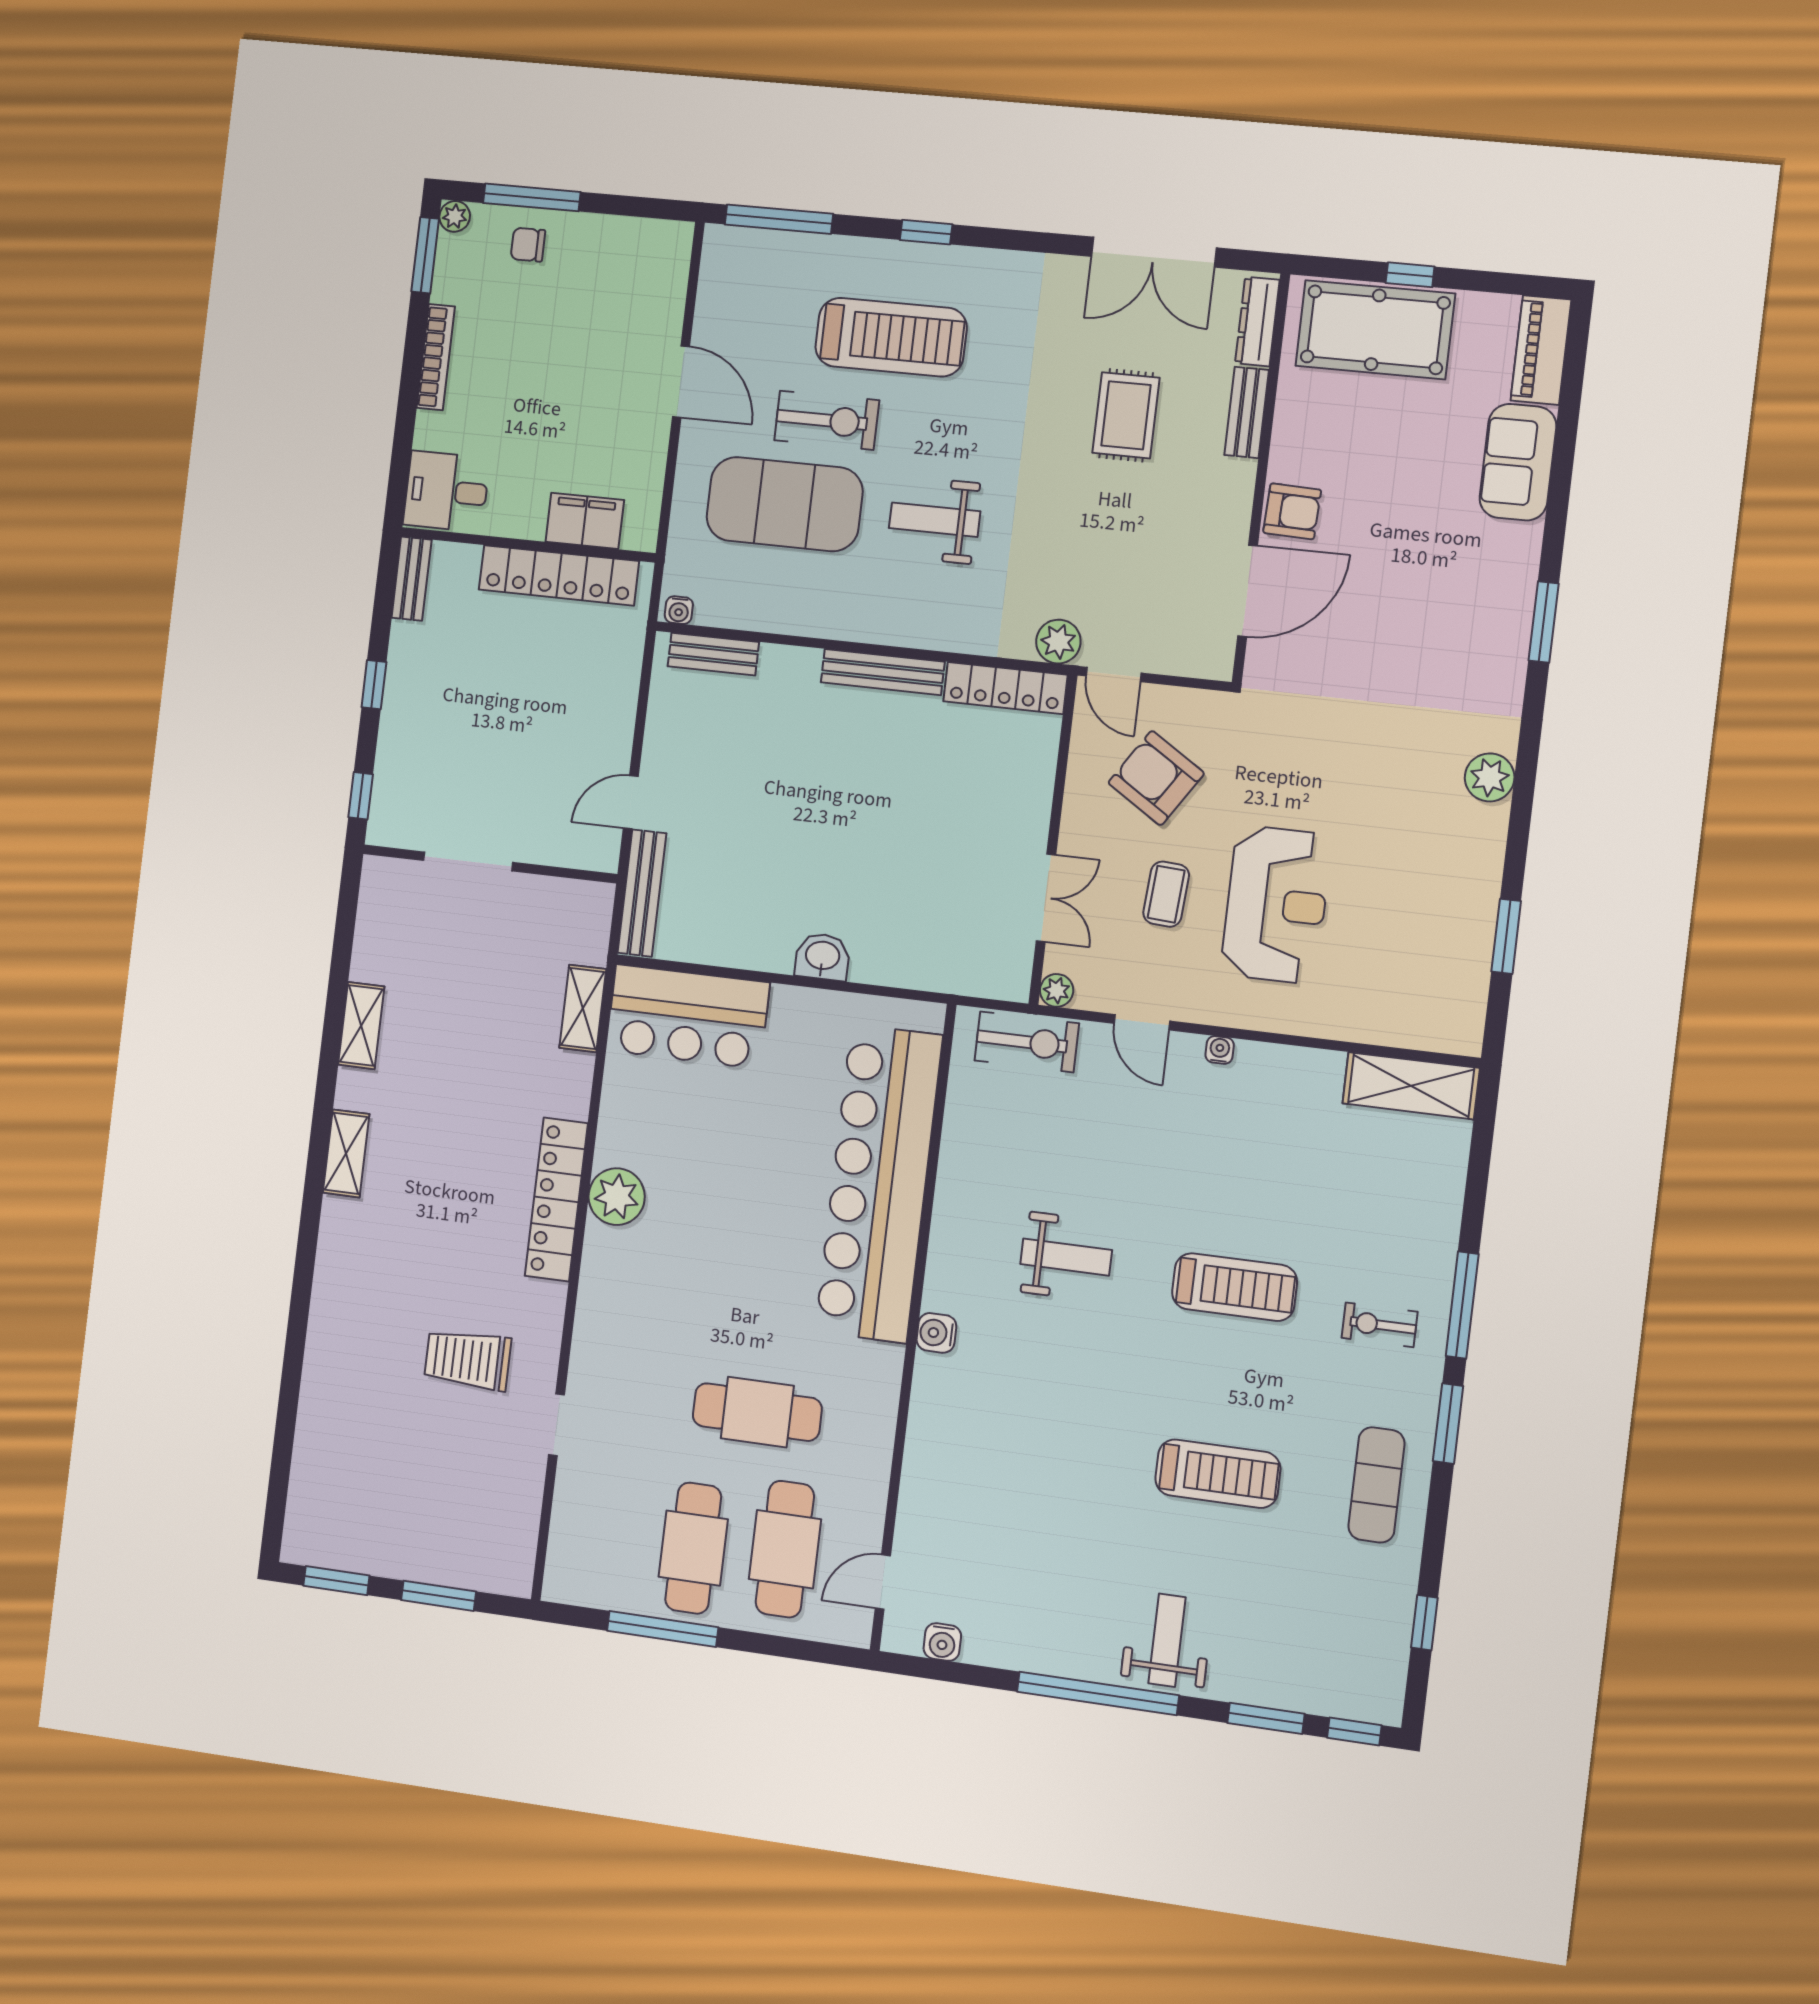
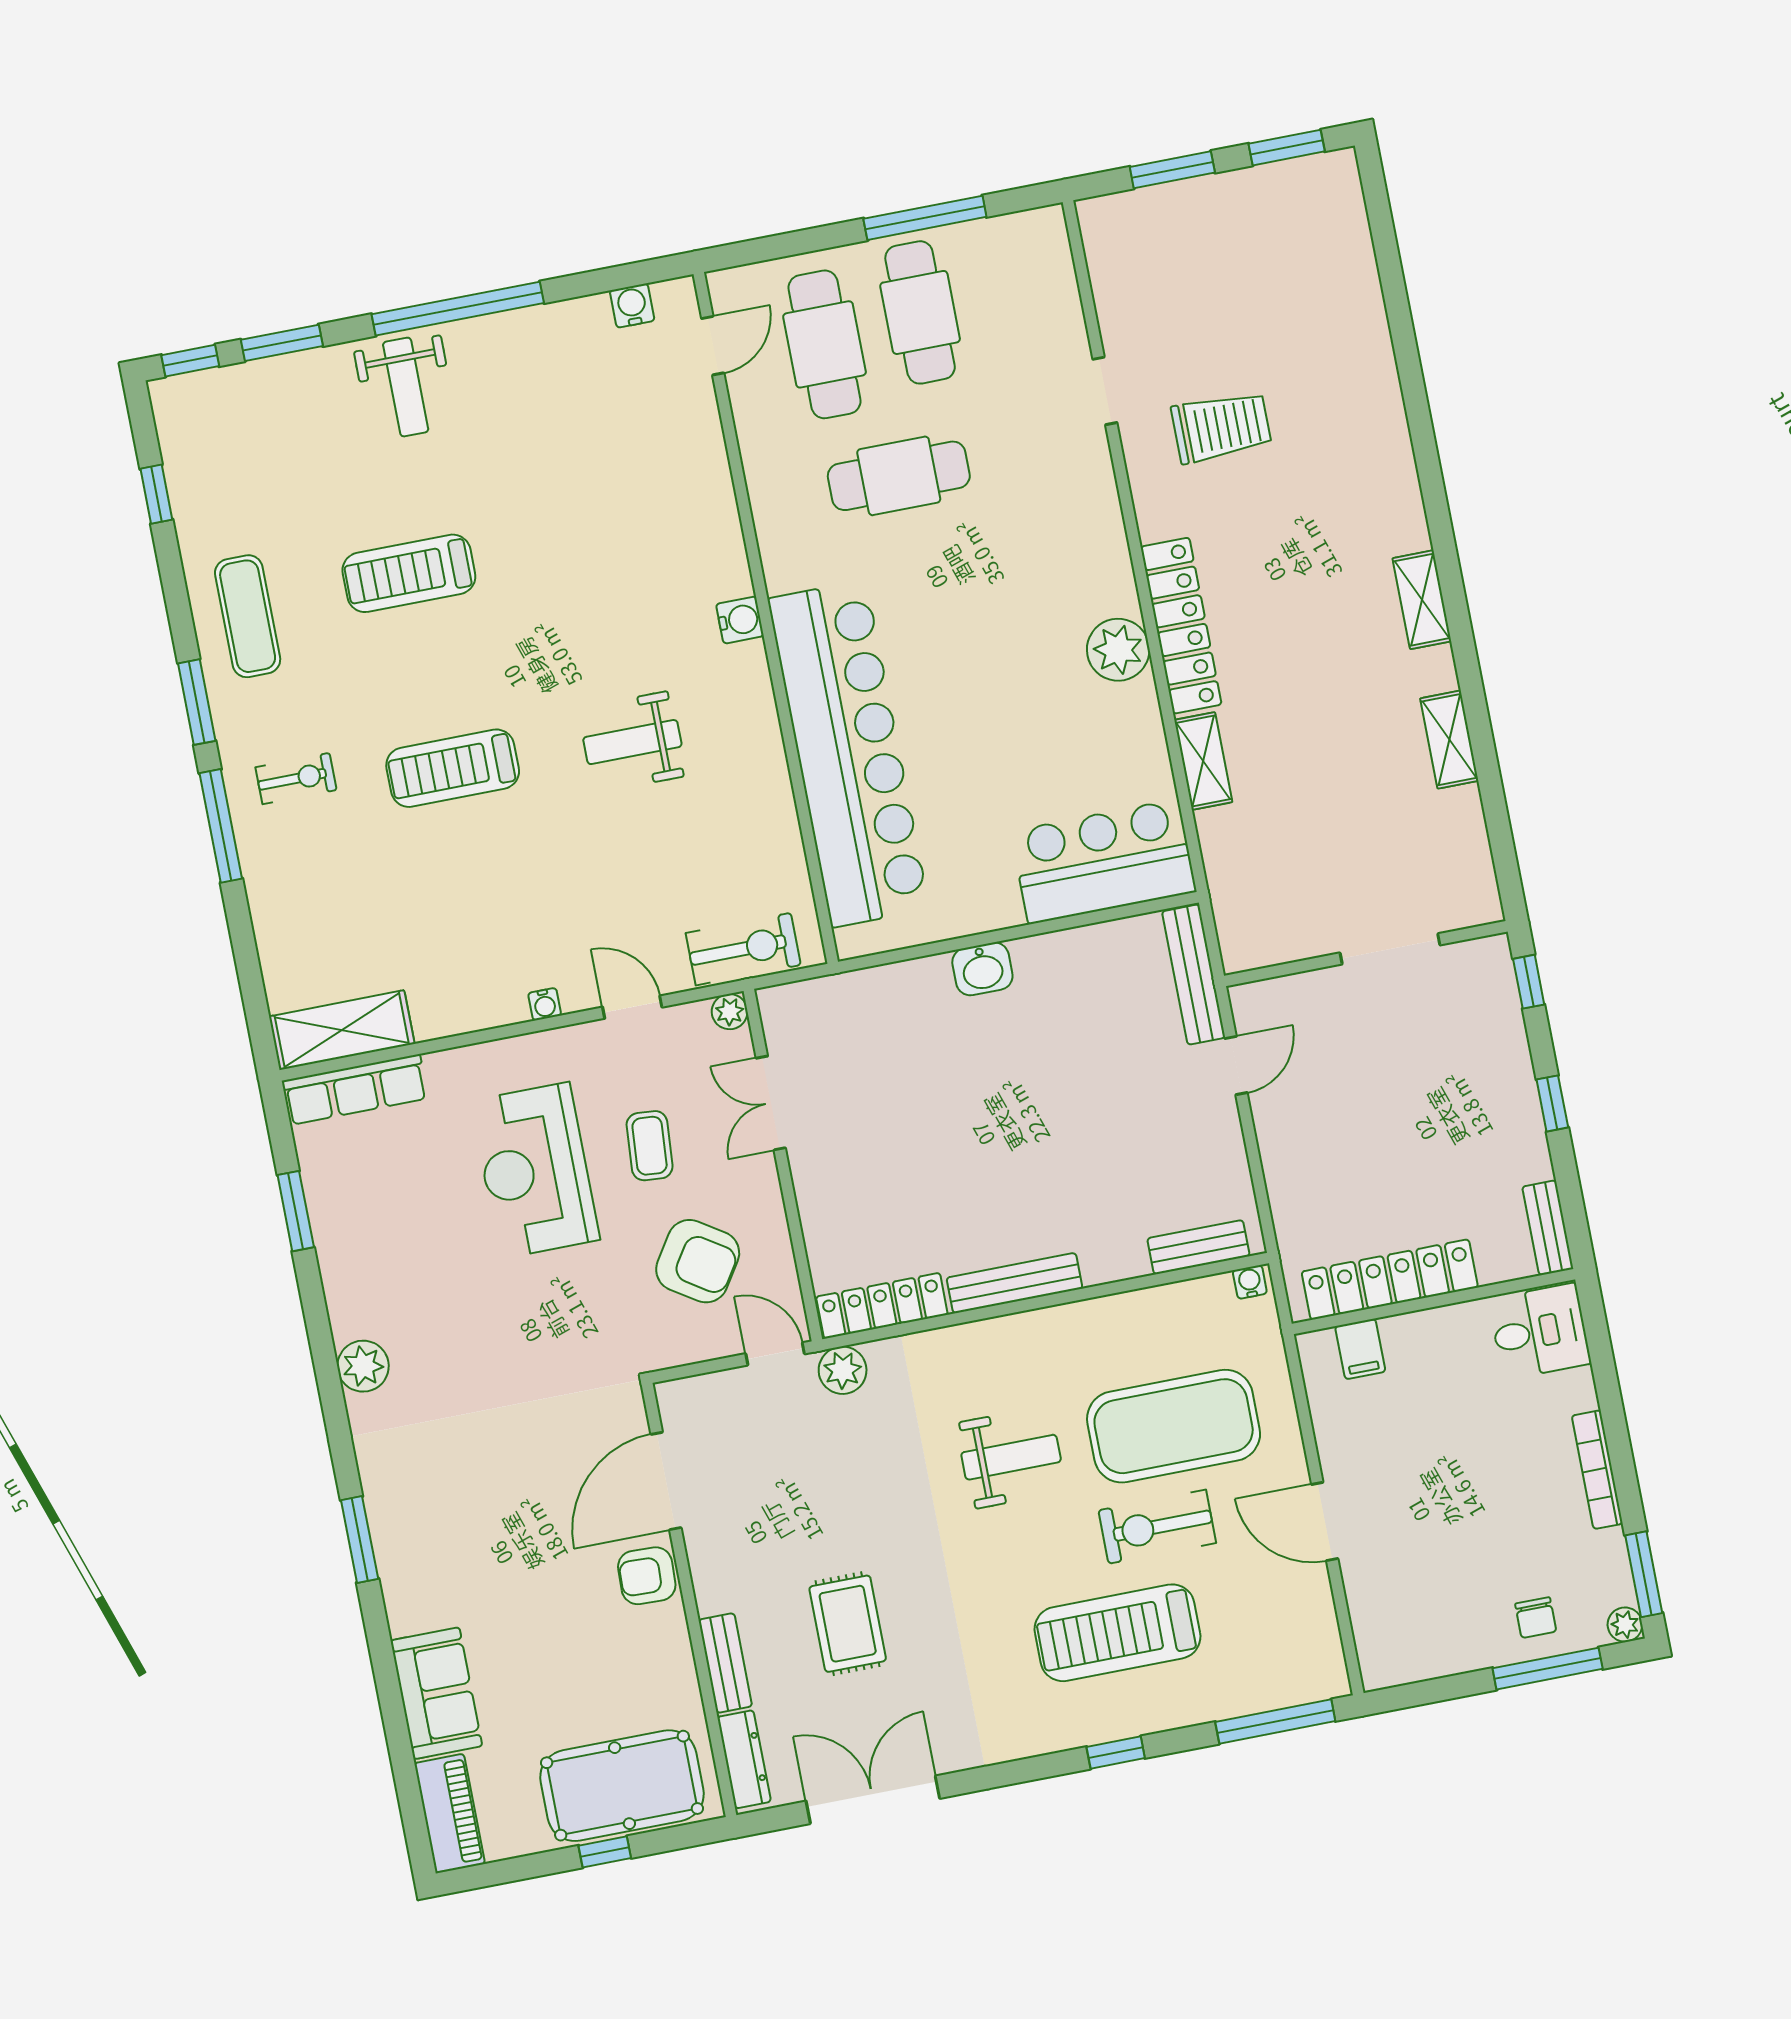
chair: (528, 245) -> (1536, 1618), turned 90
filing cabinet: (585, 521) -> (1360, 1349), width x0.50
shelving: (583, 1008) -> (1203, 761), moved
row of seats: (1416, 1028) -> (355, 1090), added
exercise bike: (1027, 1042) -> (743, 949), turned 180

